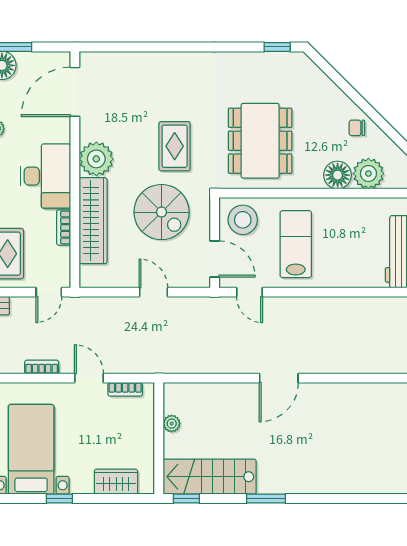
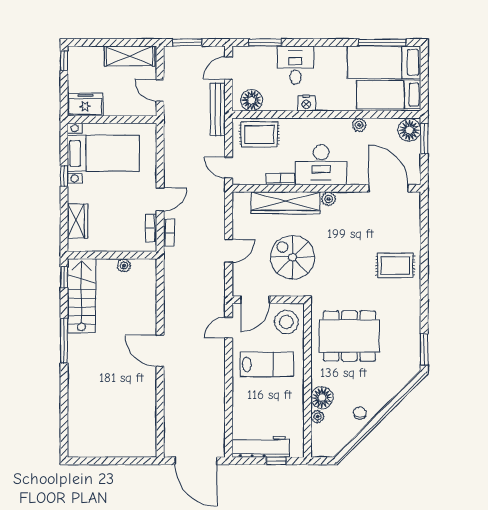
window: (277, 47) -> (424, 349), width x1.50
rug: (175, 146) -> (395, 266), moved
plant: (96, 159) -> (329, 199), width x0.53, depth x0.53
plant: (368, 174) -> (318, 417), width x0.53, depth x0.53
spiral stairs: (162, 212) -> (293, 257), turned 90
bookcase: (42, 367) -> (169, 233), moved
window: (266, 499) -> (64, 341), width x1.44

